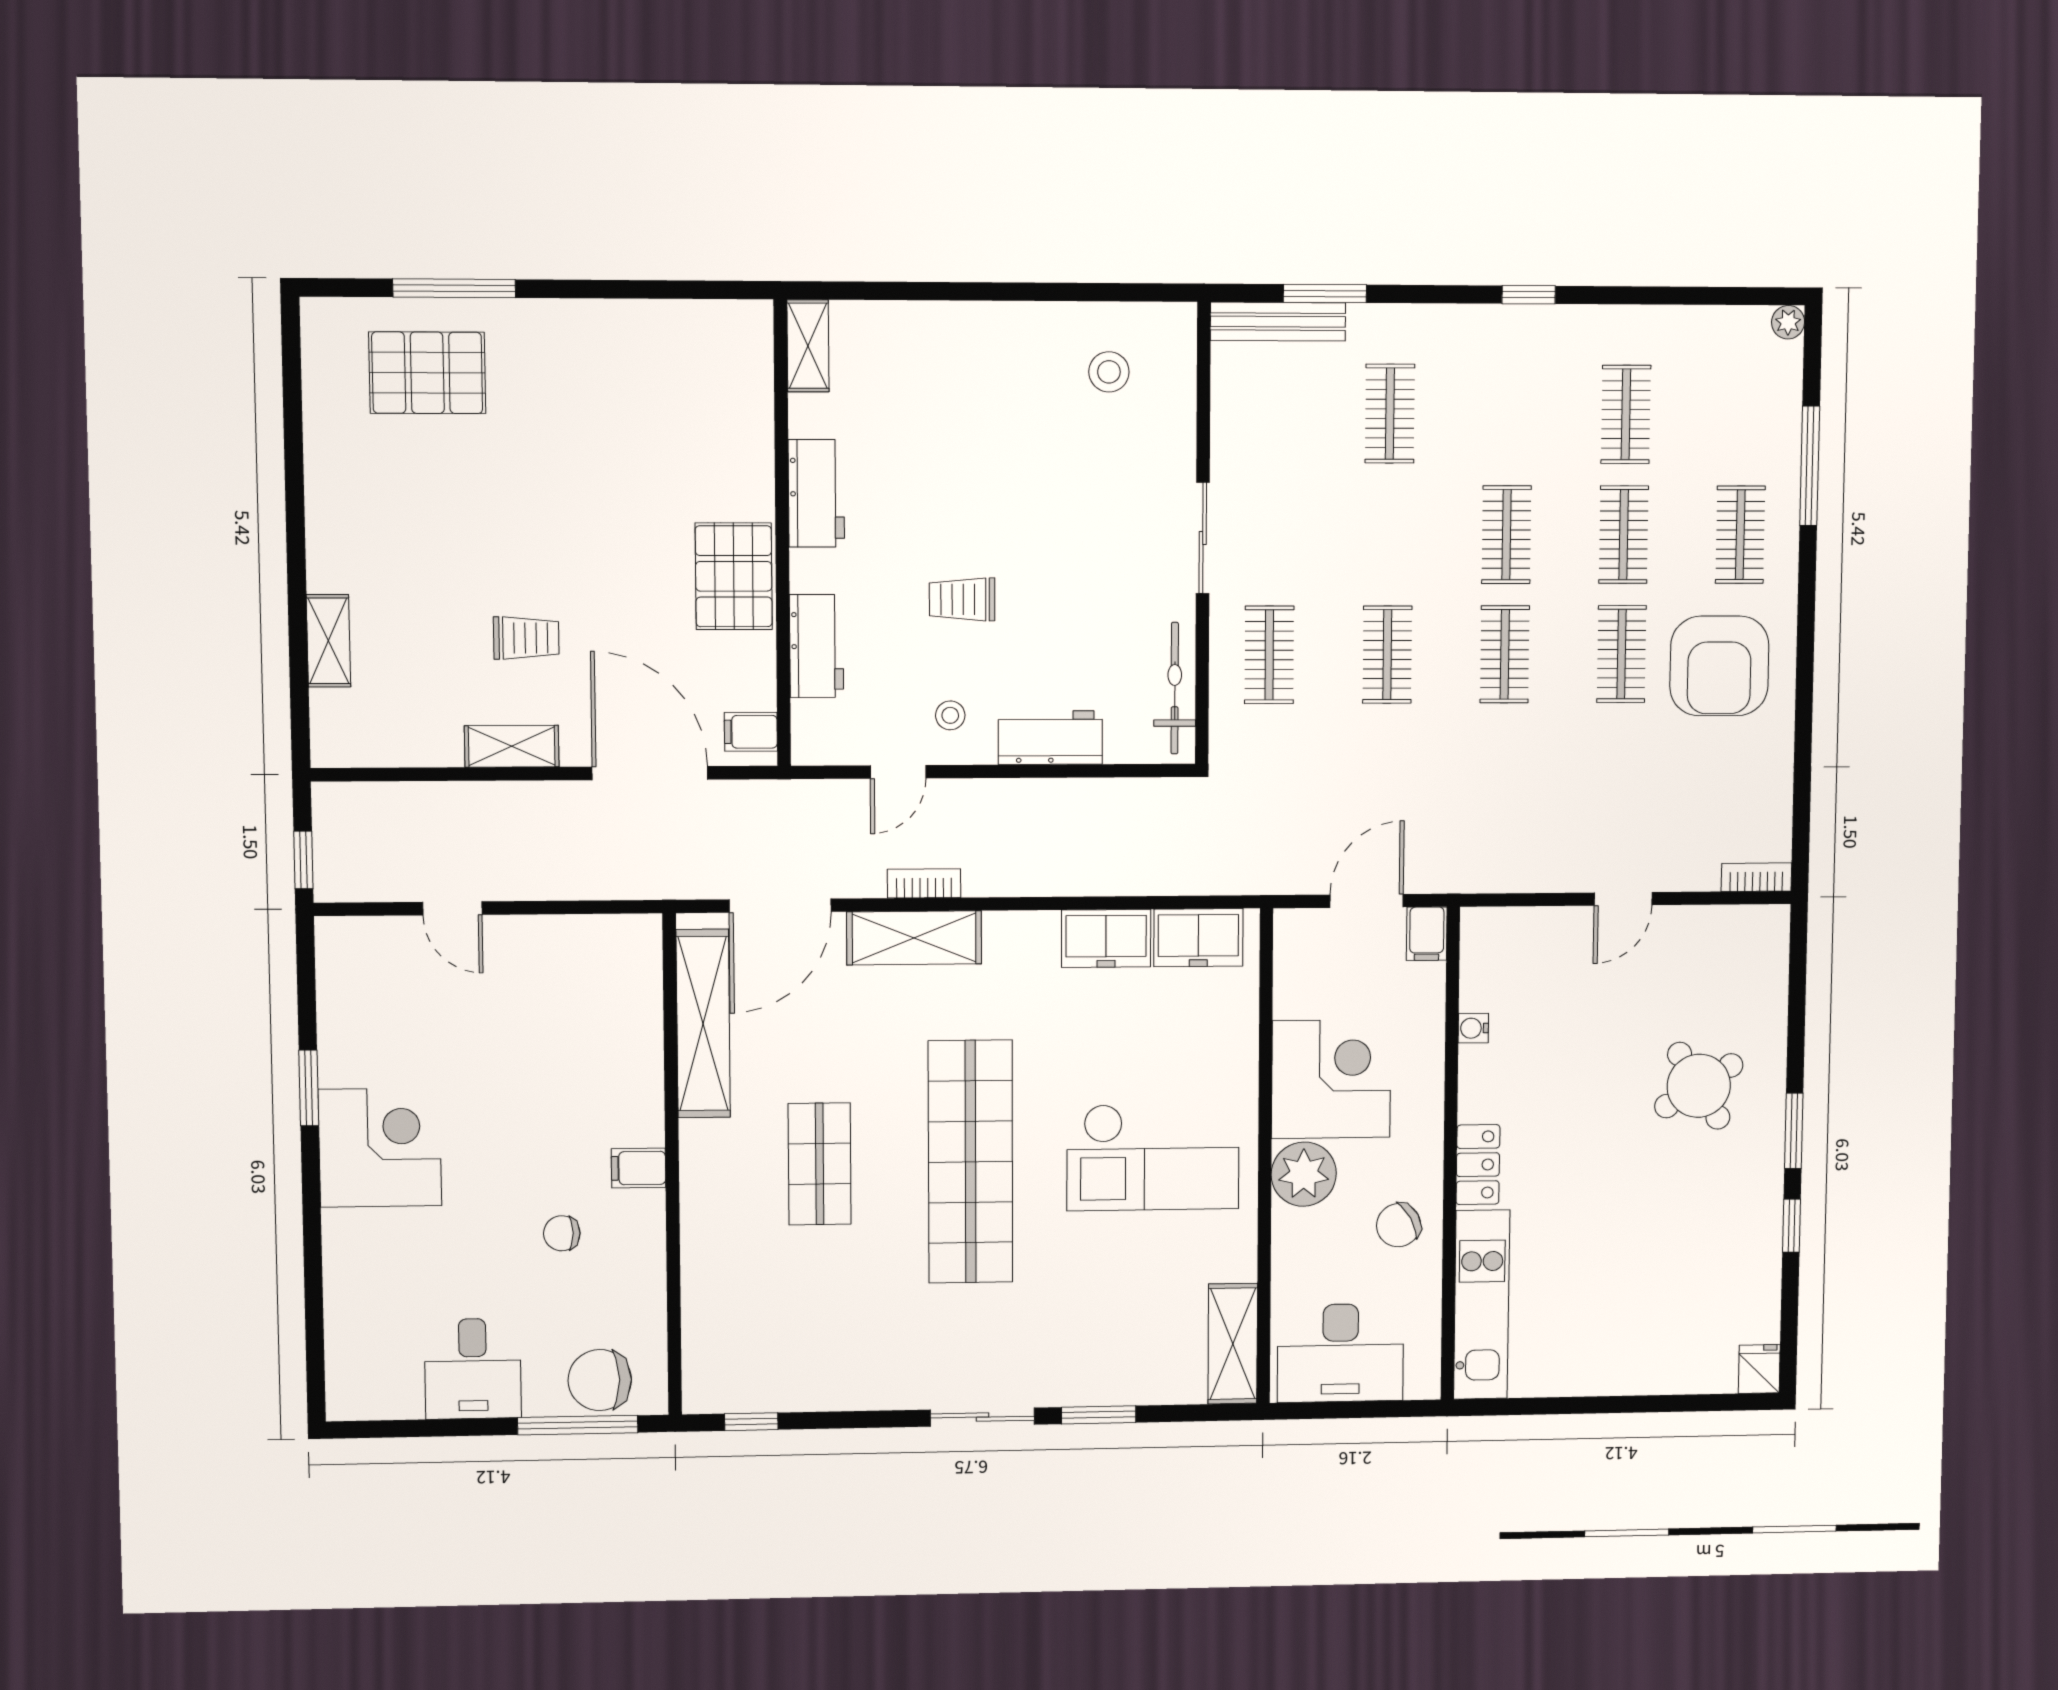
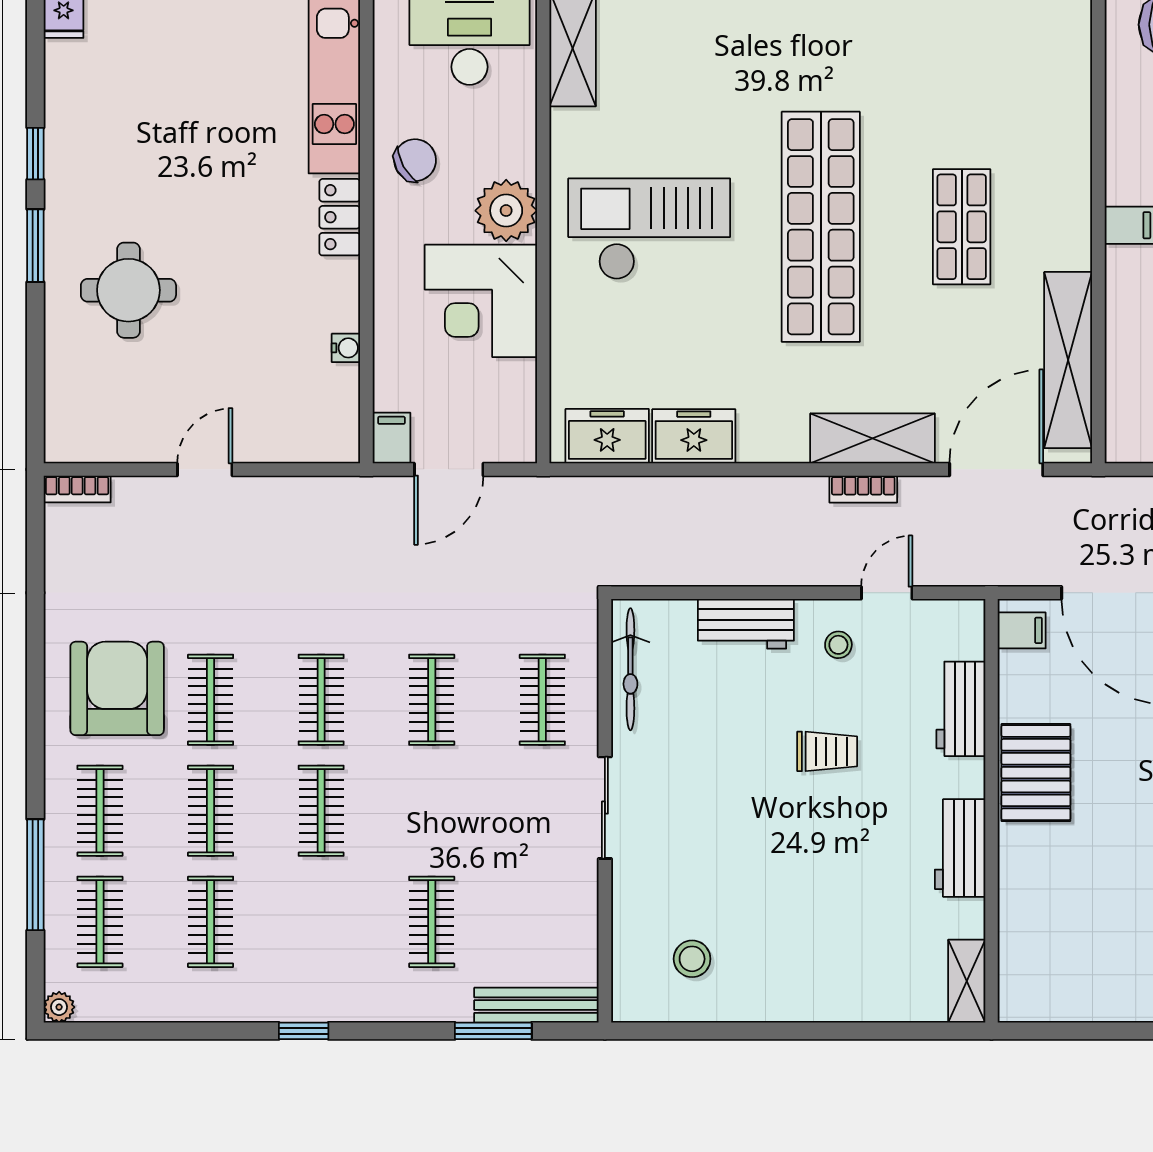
clothes rail: (1743, 415) -> (100, 922), added
round table: (1699, 1086) -> (128, 290), turned 32

